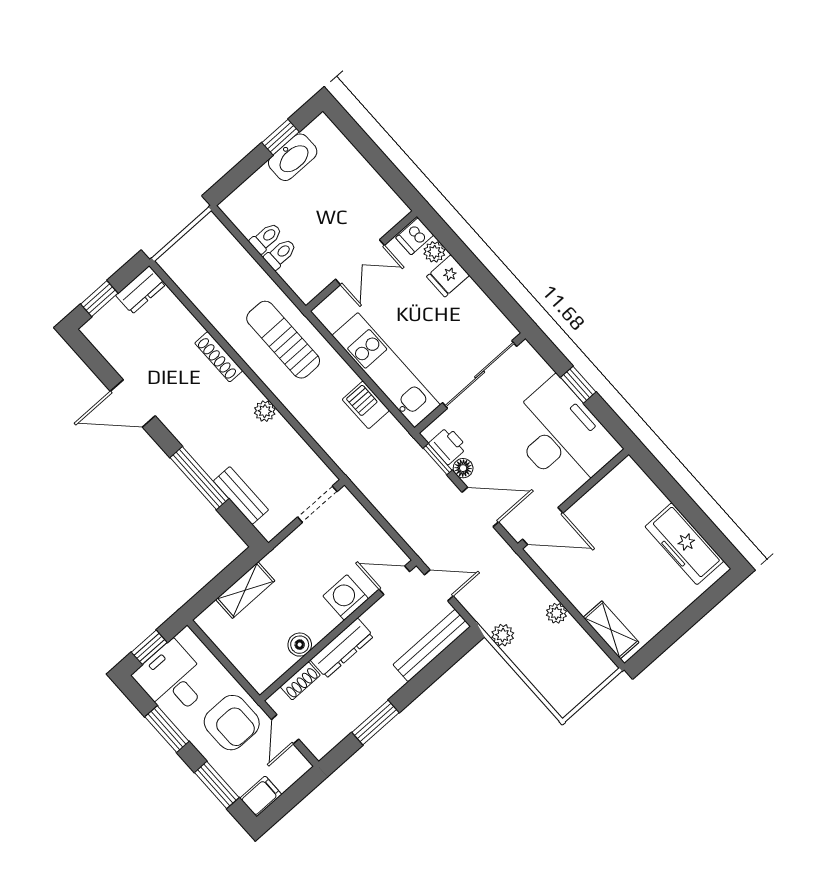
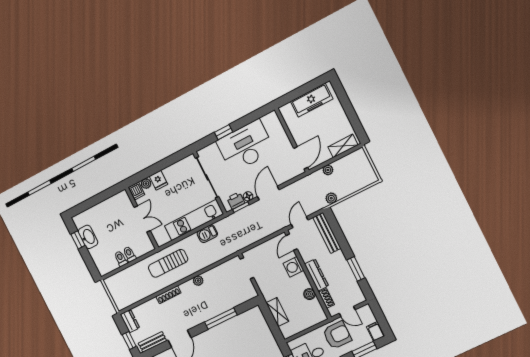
bench: (241, 496) -> (152, 342), moved
wall: (573, 499) -> (292, 140), moved
door: (543, 526) -> (301, 158), moved

